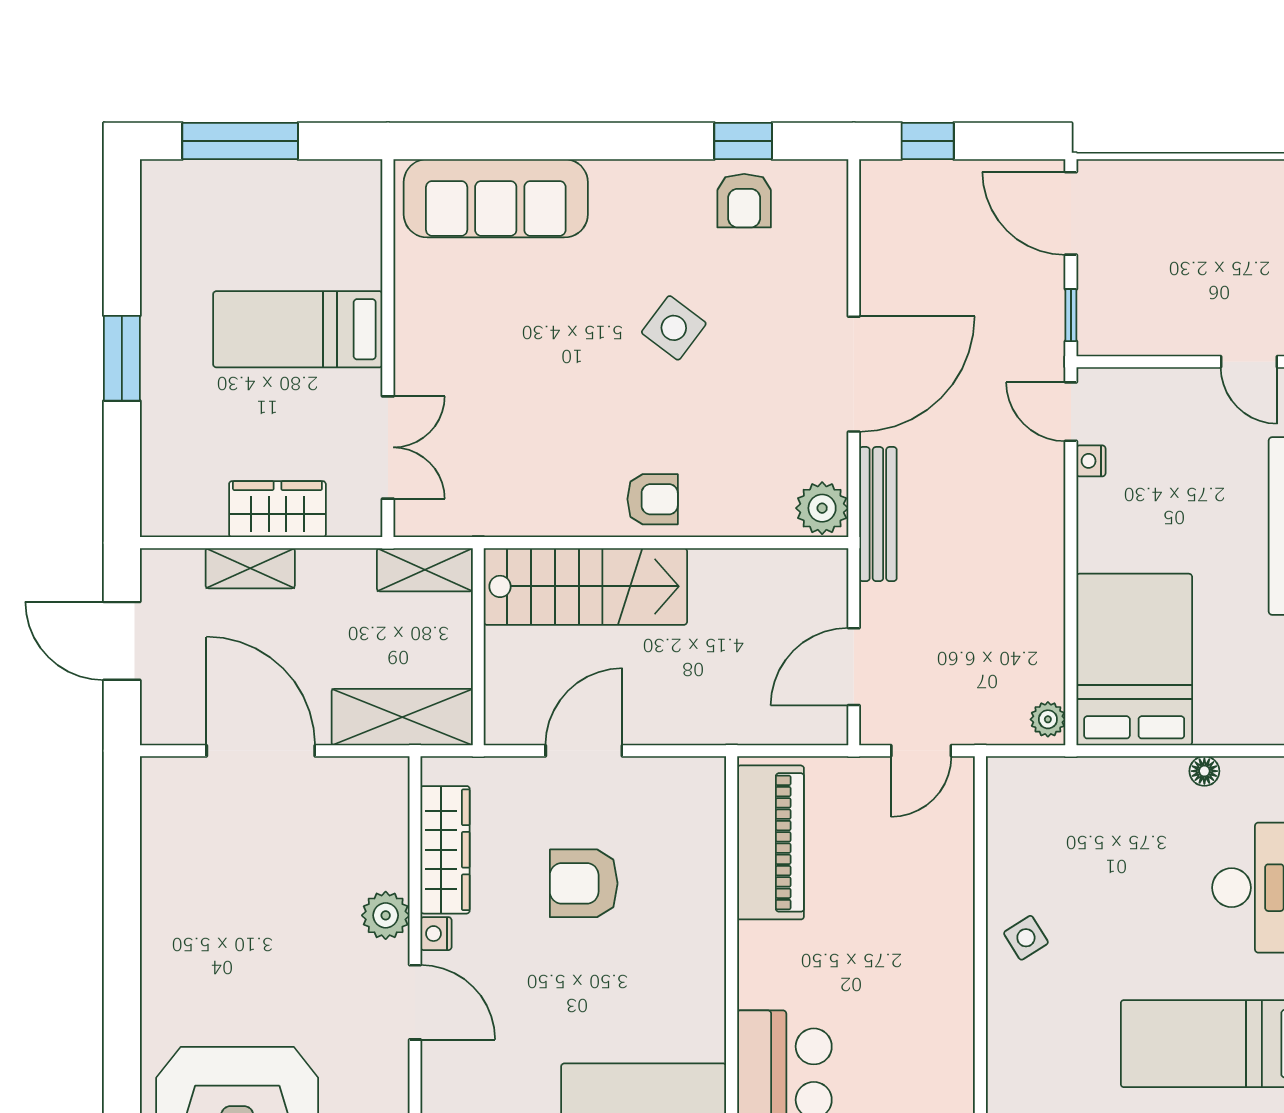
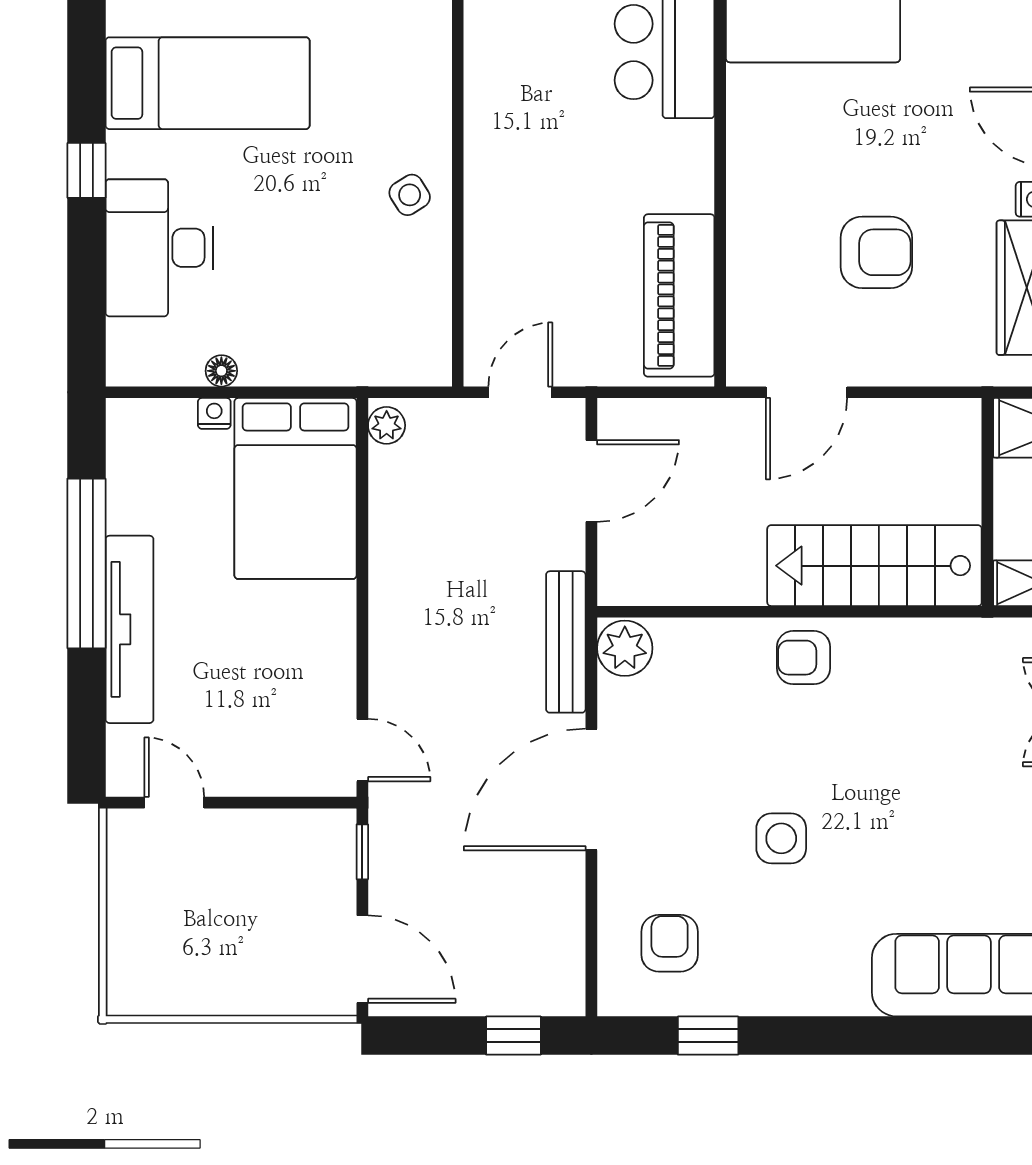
armchair: (744, 201) -> (670, 943), moved
side table: (674, 328) -> (781, 838), turned -37
nightstand: (1091, 461) -> (214, 413), moved, turned -90
door: (584, 751) -> (807, 392), moved

